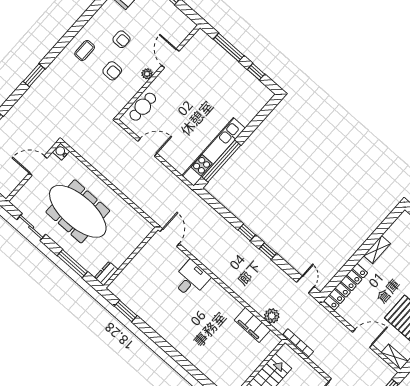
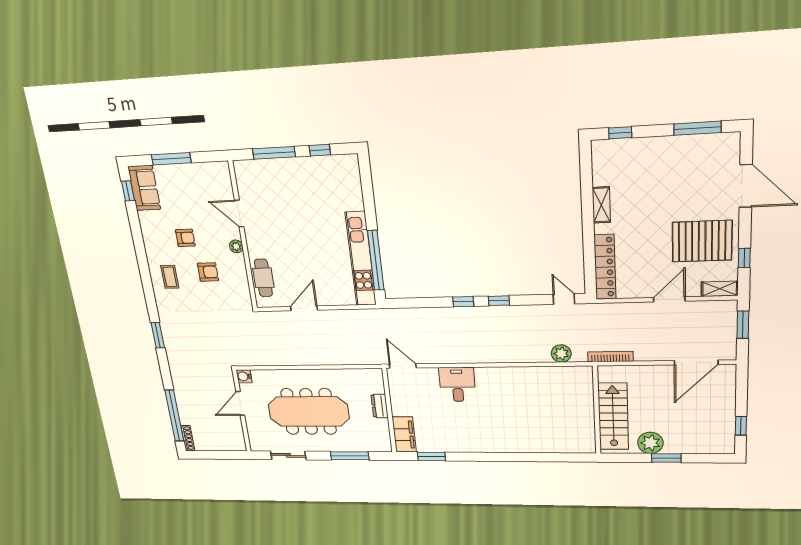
dresser: (106, 274) -> (380, 406), moved
filing cabinet: (252, 325) -> (404, 435), moved, turned -90

